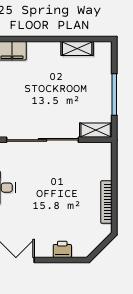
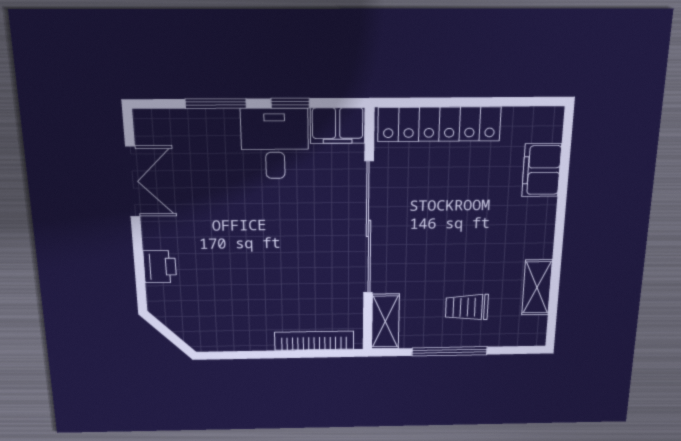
trolley: (88, 86) -> (467, 307), added
bookcase: (106, 202) -> (314, 341), moved

